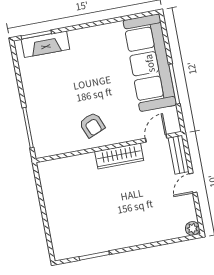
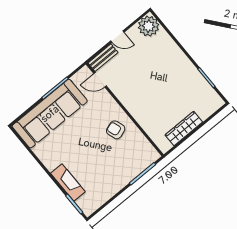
fireplace: (45, 44) -> (68, 183), moved
armchair: (92, 125) -> (116, 130), turned -87
wardrobe: (119, 156) -> (184, 129), moved, turned -90
plant: (193, 228) -> (149, 26), width x1.87, depth x1.87

